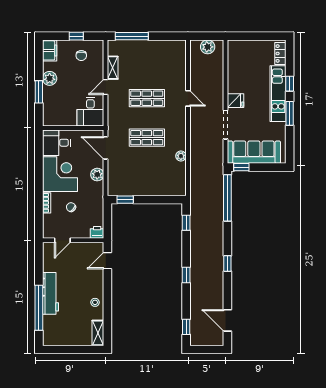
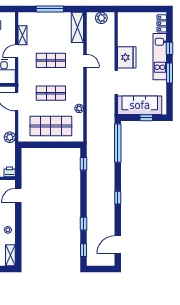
window: (132, 36) -> (50, 9), moved
shelving: (179, 58) -> (77, 27), added
fridge: (236, 101) -> (127, 57), width x1.88, depth x1.34
window: (241, 167) -> (146, 118), moved
plant: (97, 175) -> (10, 137), moved
shop shelf: (147, 177) -> (51, 126), added
window: (125, 200) -> (33, 145), removed
window: (186, 275) -> (83, 224), moved
door: (227, 320) -> (118, 245), hinge flipped

